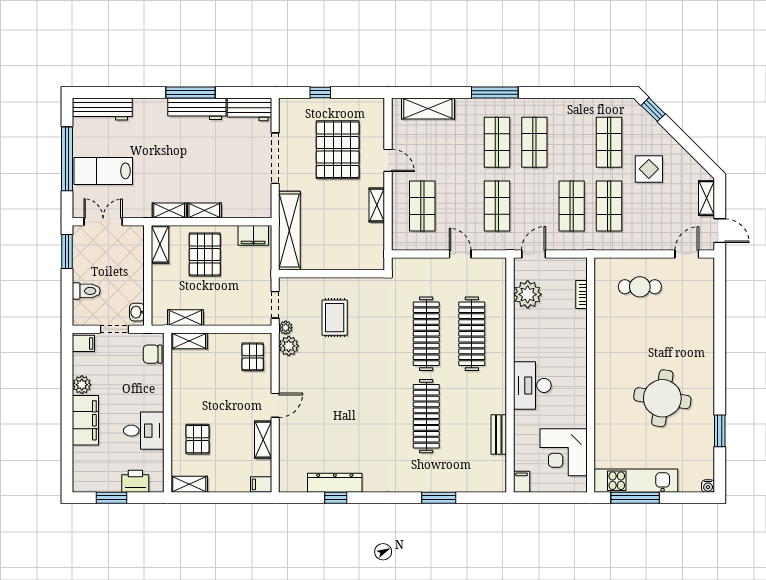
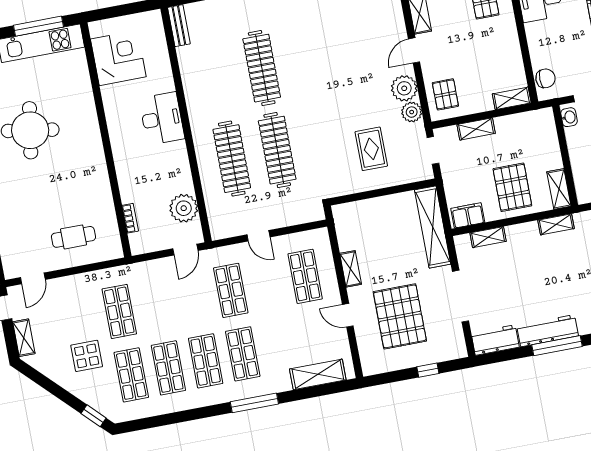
shop shelf: (572, 206) -> (168, 368), moved
shelving: (204, 211) -> (488, 237), moved
shelving: (185, 318) -> (476, 129), moved
plant: (286, 328) -> (404, 88), moved, width x1.87, depth x1.87
bench: (499, 434) -> (179, 26), moved
filing cabinet: (522, 482) -> (154, 21), removed

